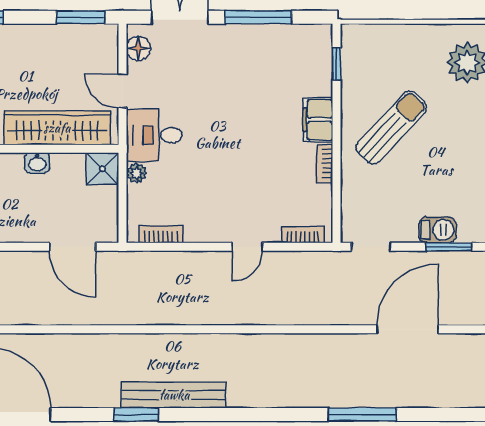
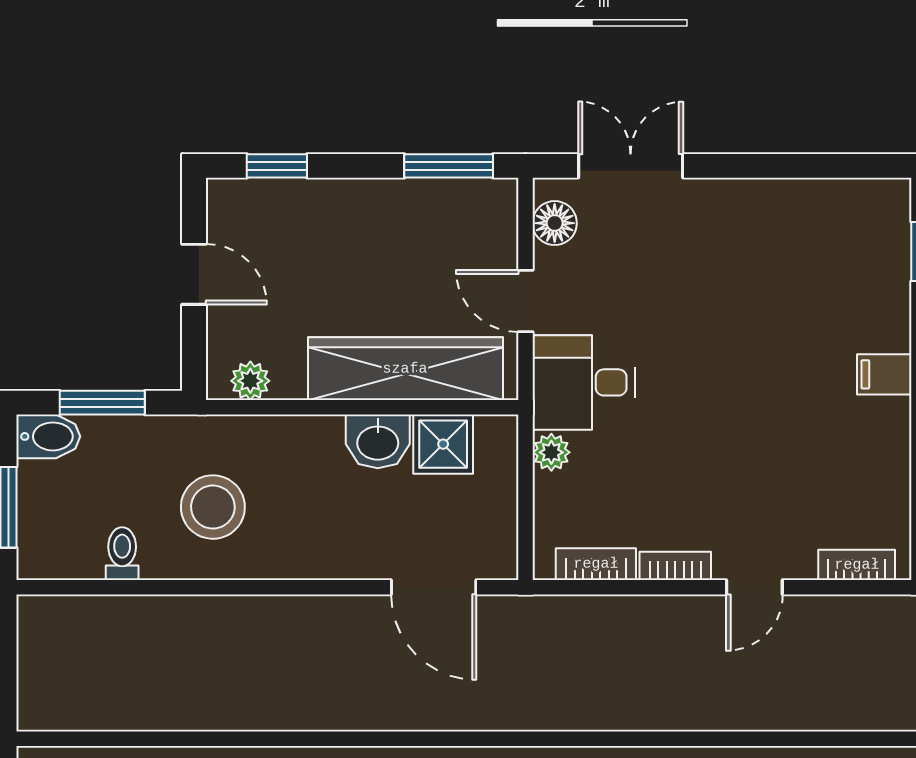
window: (258, 17) -> (775, 166), removed
filing cabinet: (318, 120) -> (884, 374), width x0.50
washbasin: (37, 163) -> (378, 441), width x1.38, depth x1.45
bookcase: (325, 163) -> (675, 566), moved, turned 90
shower: (102, 169) -> (443, 444), moved

